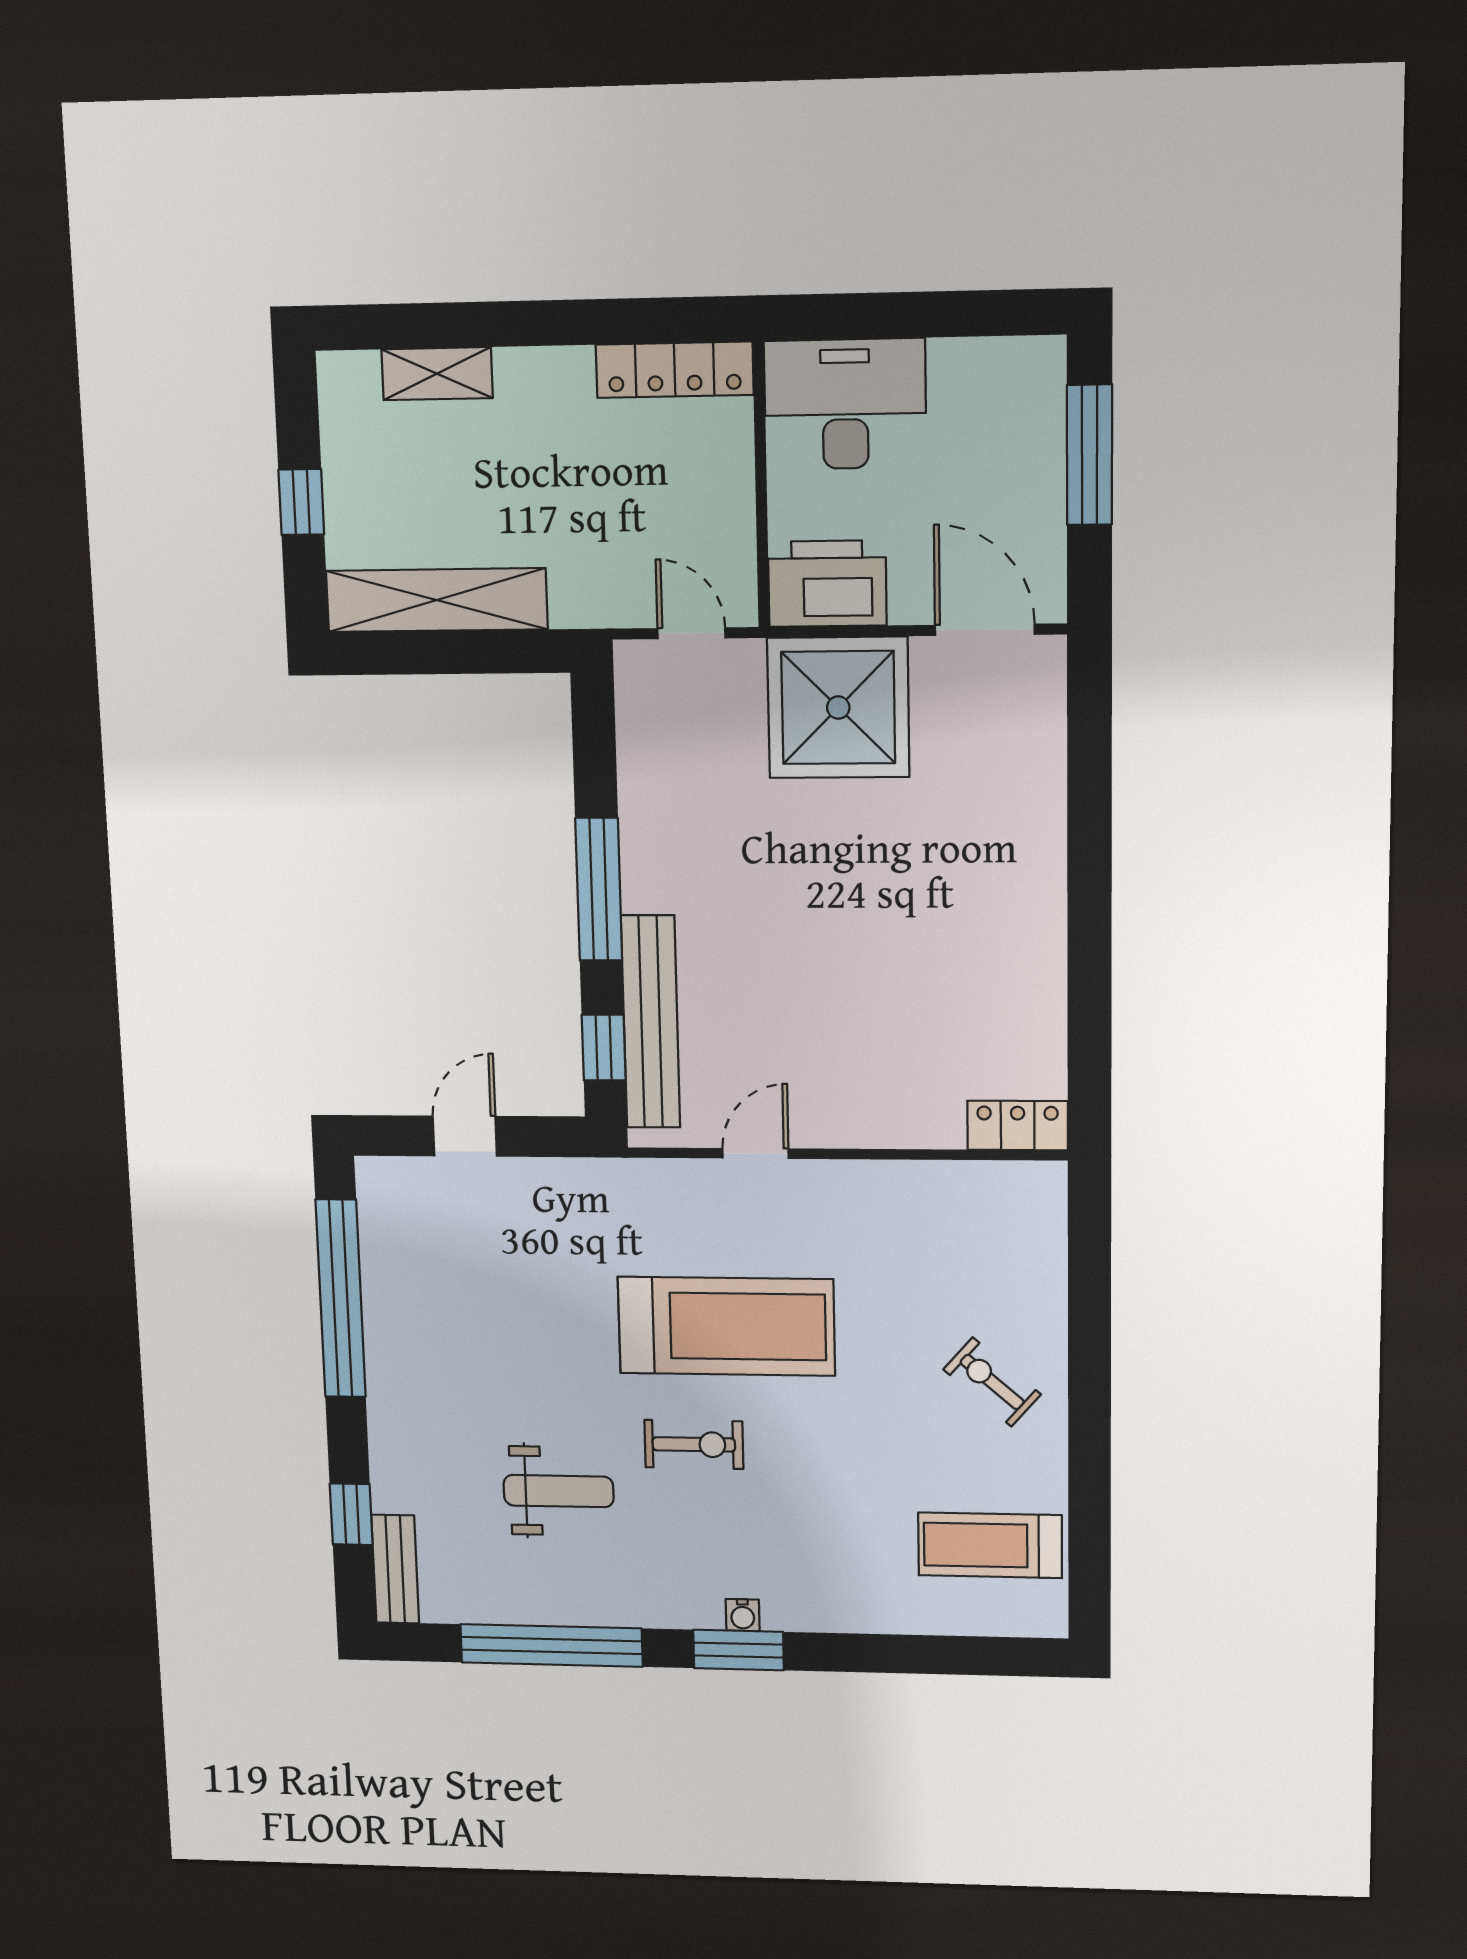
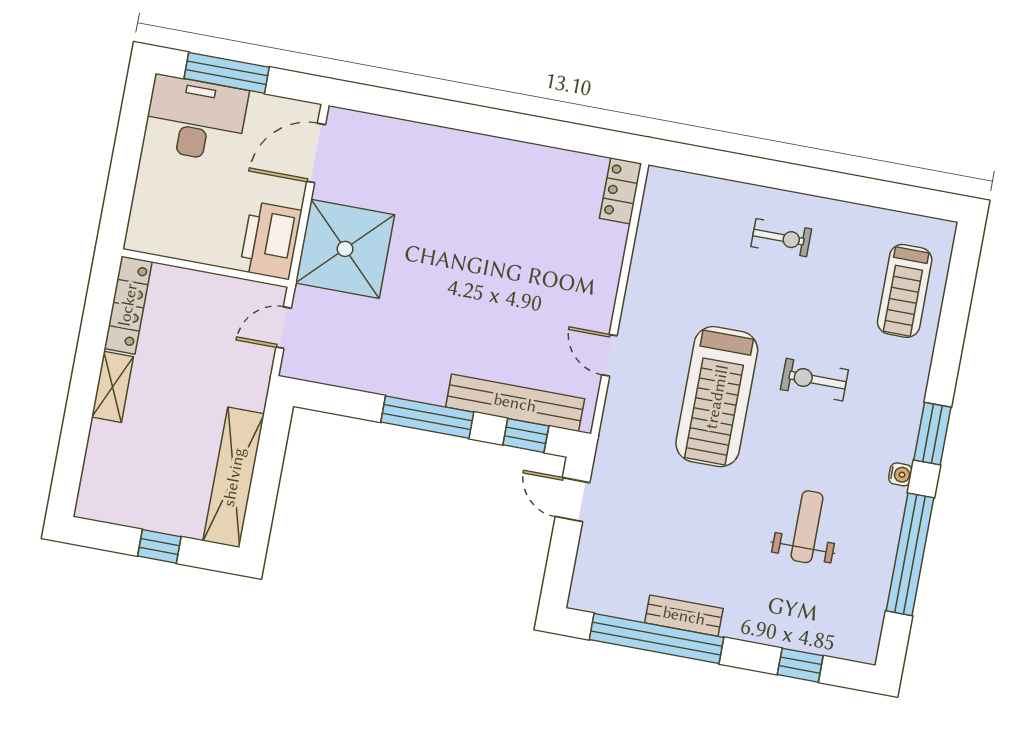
shelving: (437, 374) -> (113, 387), moved
desk: (845, 404) -> (196, 119), moved, turned 90
door: (465, 1136) -> (572, 500), moved
treadmill: (726, 1326) -> (717, 397), turned 180
exercise bike: (992, 1382) -> (781, 238), turned -131
exercise bike: (694, 1444) -> (814, 380), moved, turned -90
treadmill: (990, 1545) -> (905, 291), moved
bench: (395, 1569) -> (684, 616), moved
water cooler: (743, 1615) -> (900, 474), moved

